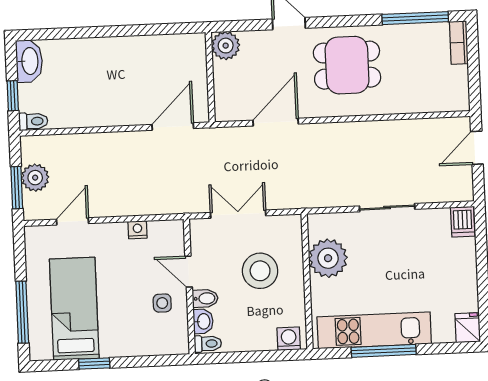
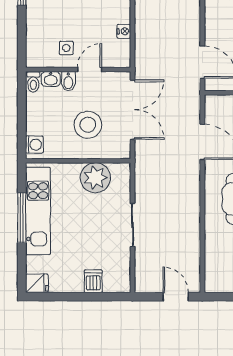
double door: (238, 214) -> (132, 110), width x1.37
dishwasher: (463, 222) -> (93, 281), moved, turned 90

